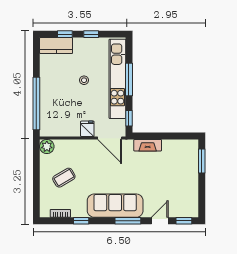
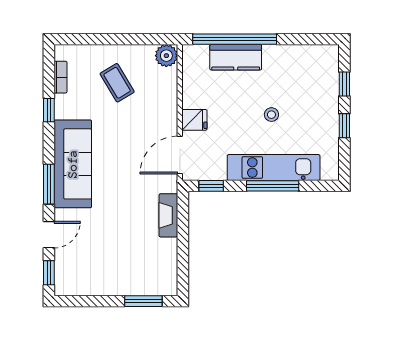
kitchen counter: (56, 46) -> (236, 57), moved, turned -90
kitchen unit: (117, 79) -> (274, 168), width x0.73
door: (160, 221) -> (49, 235), hinge flipped

